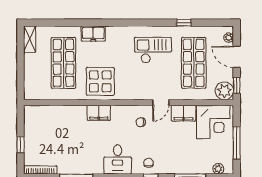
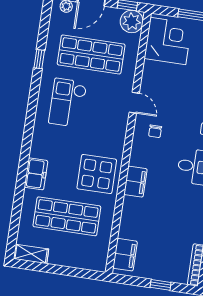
filing cabinet: (183, 113) -> (125, 255), moved

